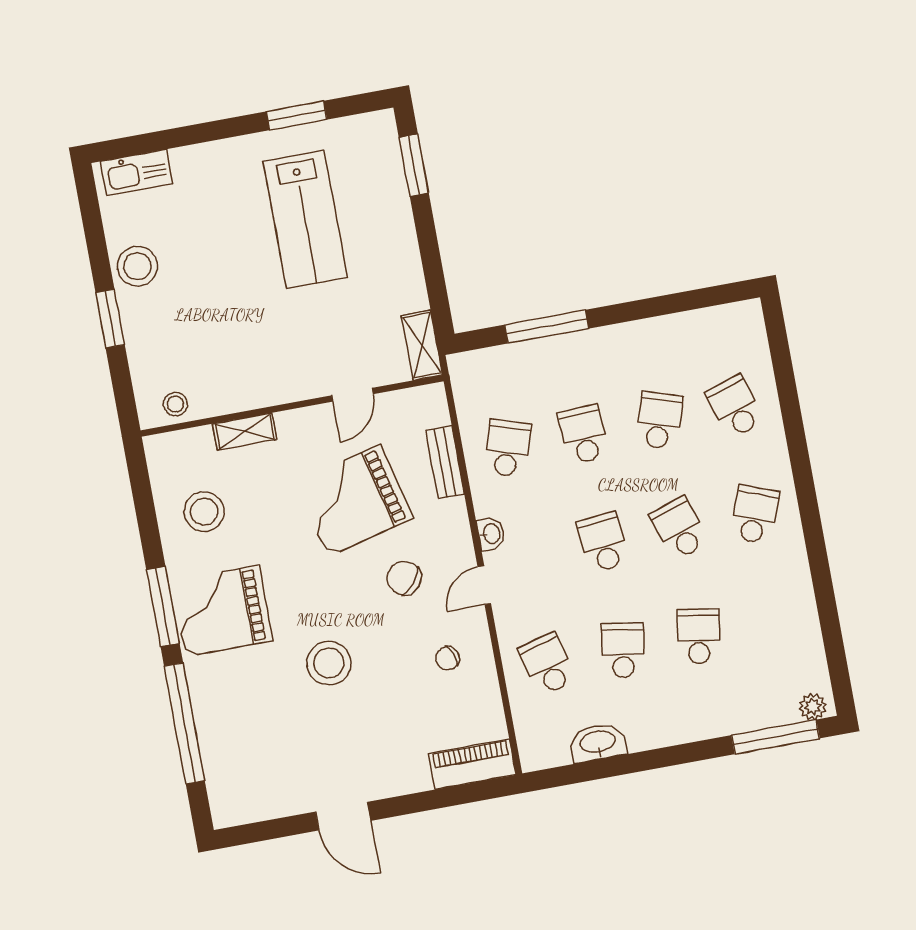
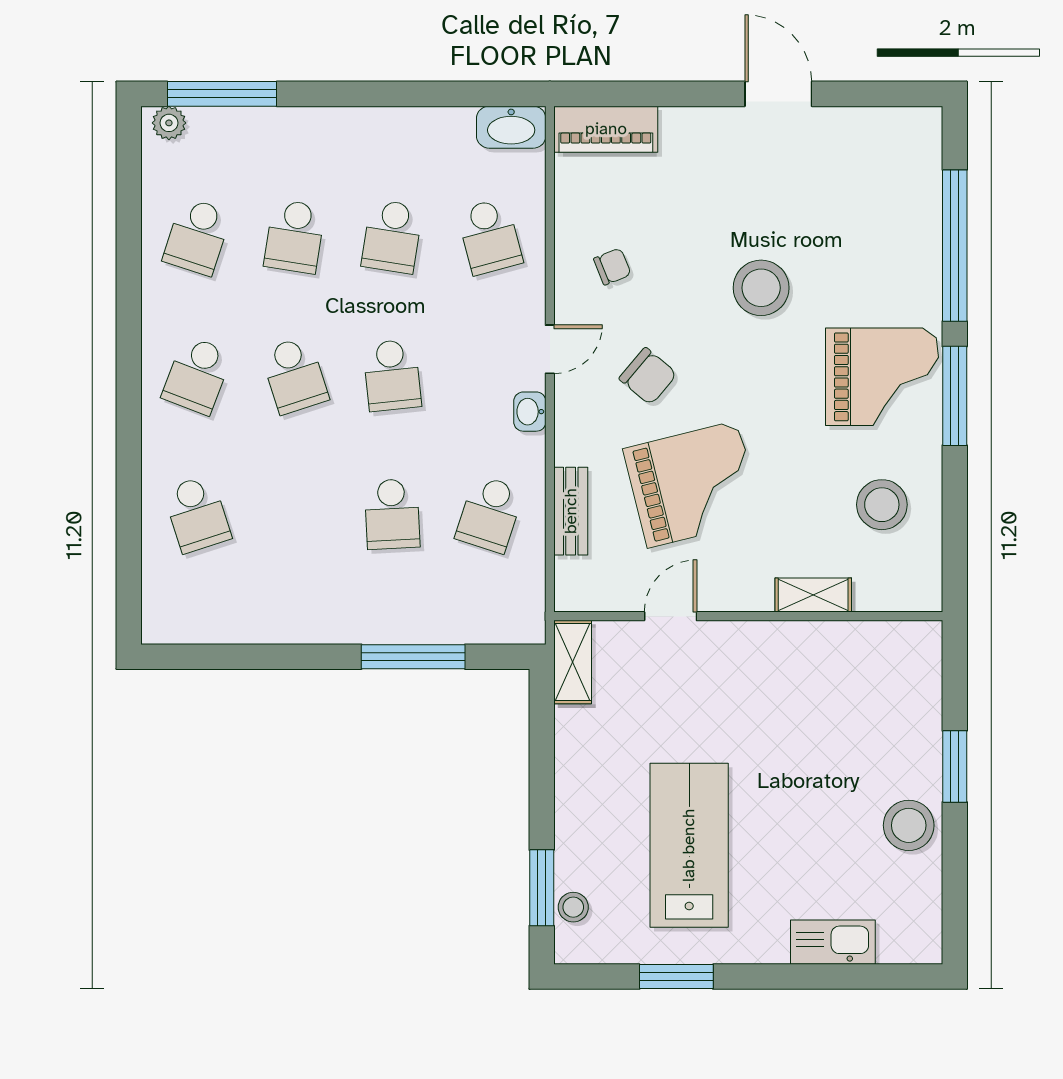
kitchen sink: (137, 173) -> (833, 942), moved
stool: (175, 404) -> (573, 907), moved
school desk: (659, 421) -> (197, 237), moved
washbasin: (598, 743) -> (511, 127), moved

